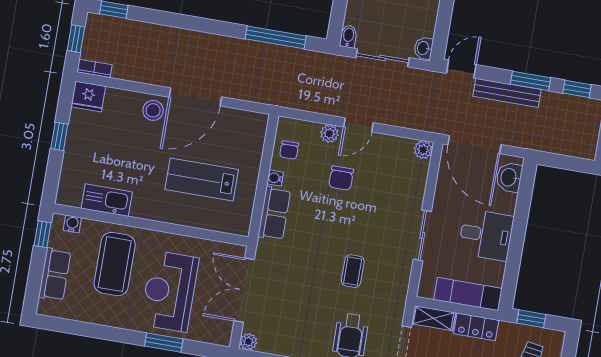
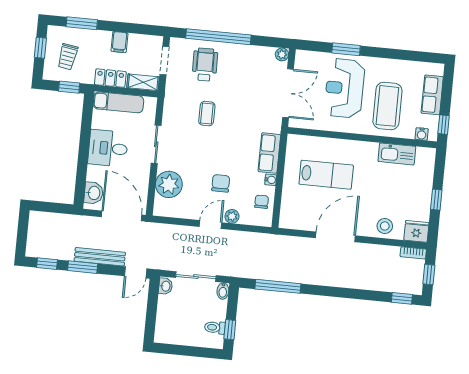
stool: (153, 110) -> (385, 226), moved
plant: (423, 150) -> (169, 184), moved, width x1.87, depth x1.87
reception desk: (169, 291) -> (345, 88), turned 180

